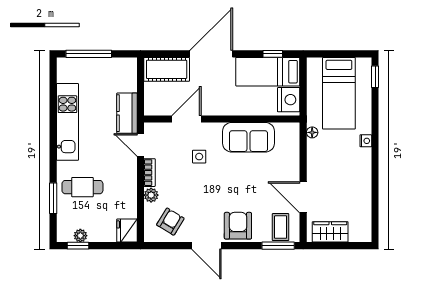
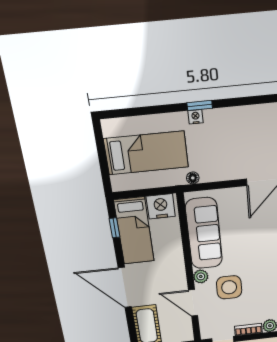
window: (375, 77) -> (200, 105), moved
plant: (214, 130) -> (201, 276), added
sofa: (249, 137) -> (204, 234), width x1.36
side table: (199, 157) -> (229, 287), width x1.87, depth x1.87

